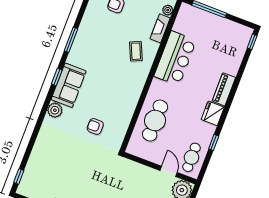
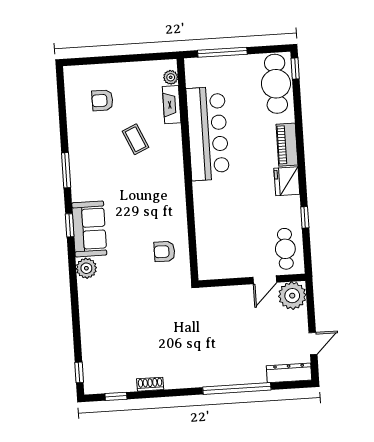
coffee table: (136, 51) -> (136, 139), moved
bar counter: (175, 58) -> (208, 134), width x1.36
cafe table: (155, 121) -> (276, 84), moved
armchair: (95, 126) -> (164, 251), moved
door: (169, 171) -> (265, 280), swing flipped

